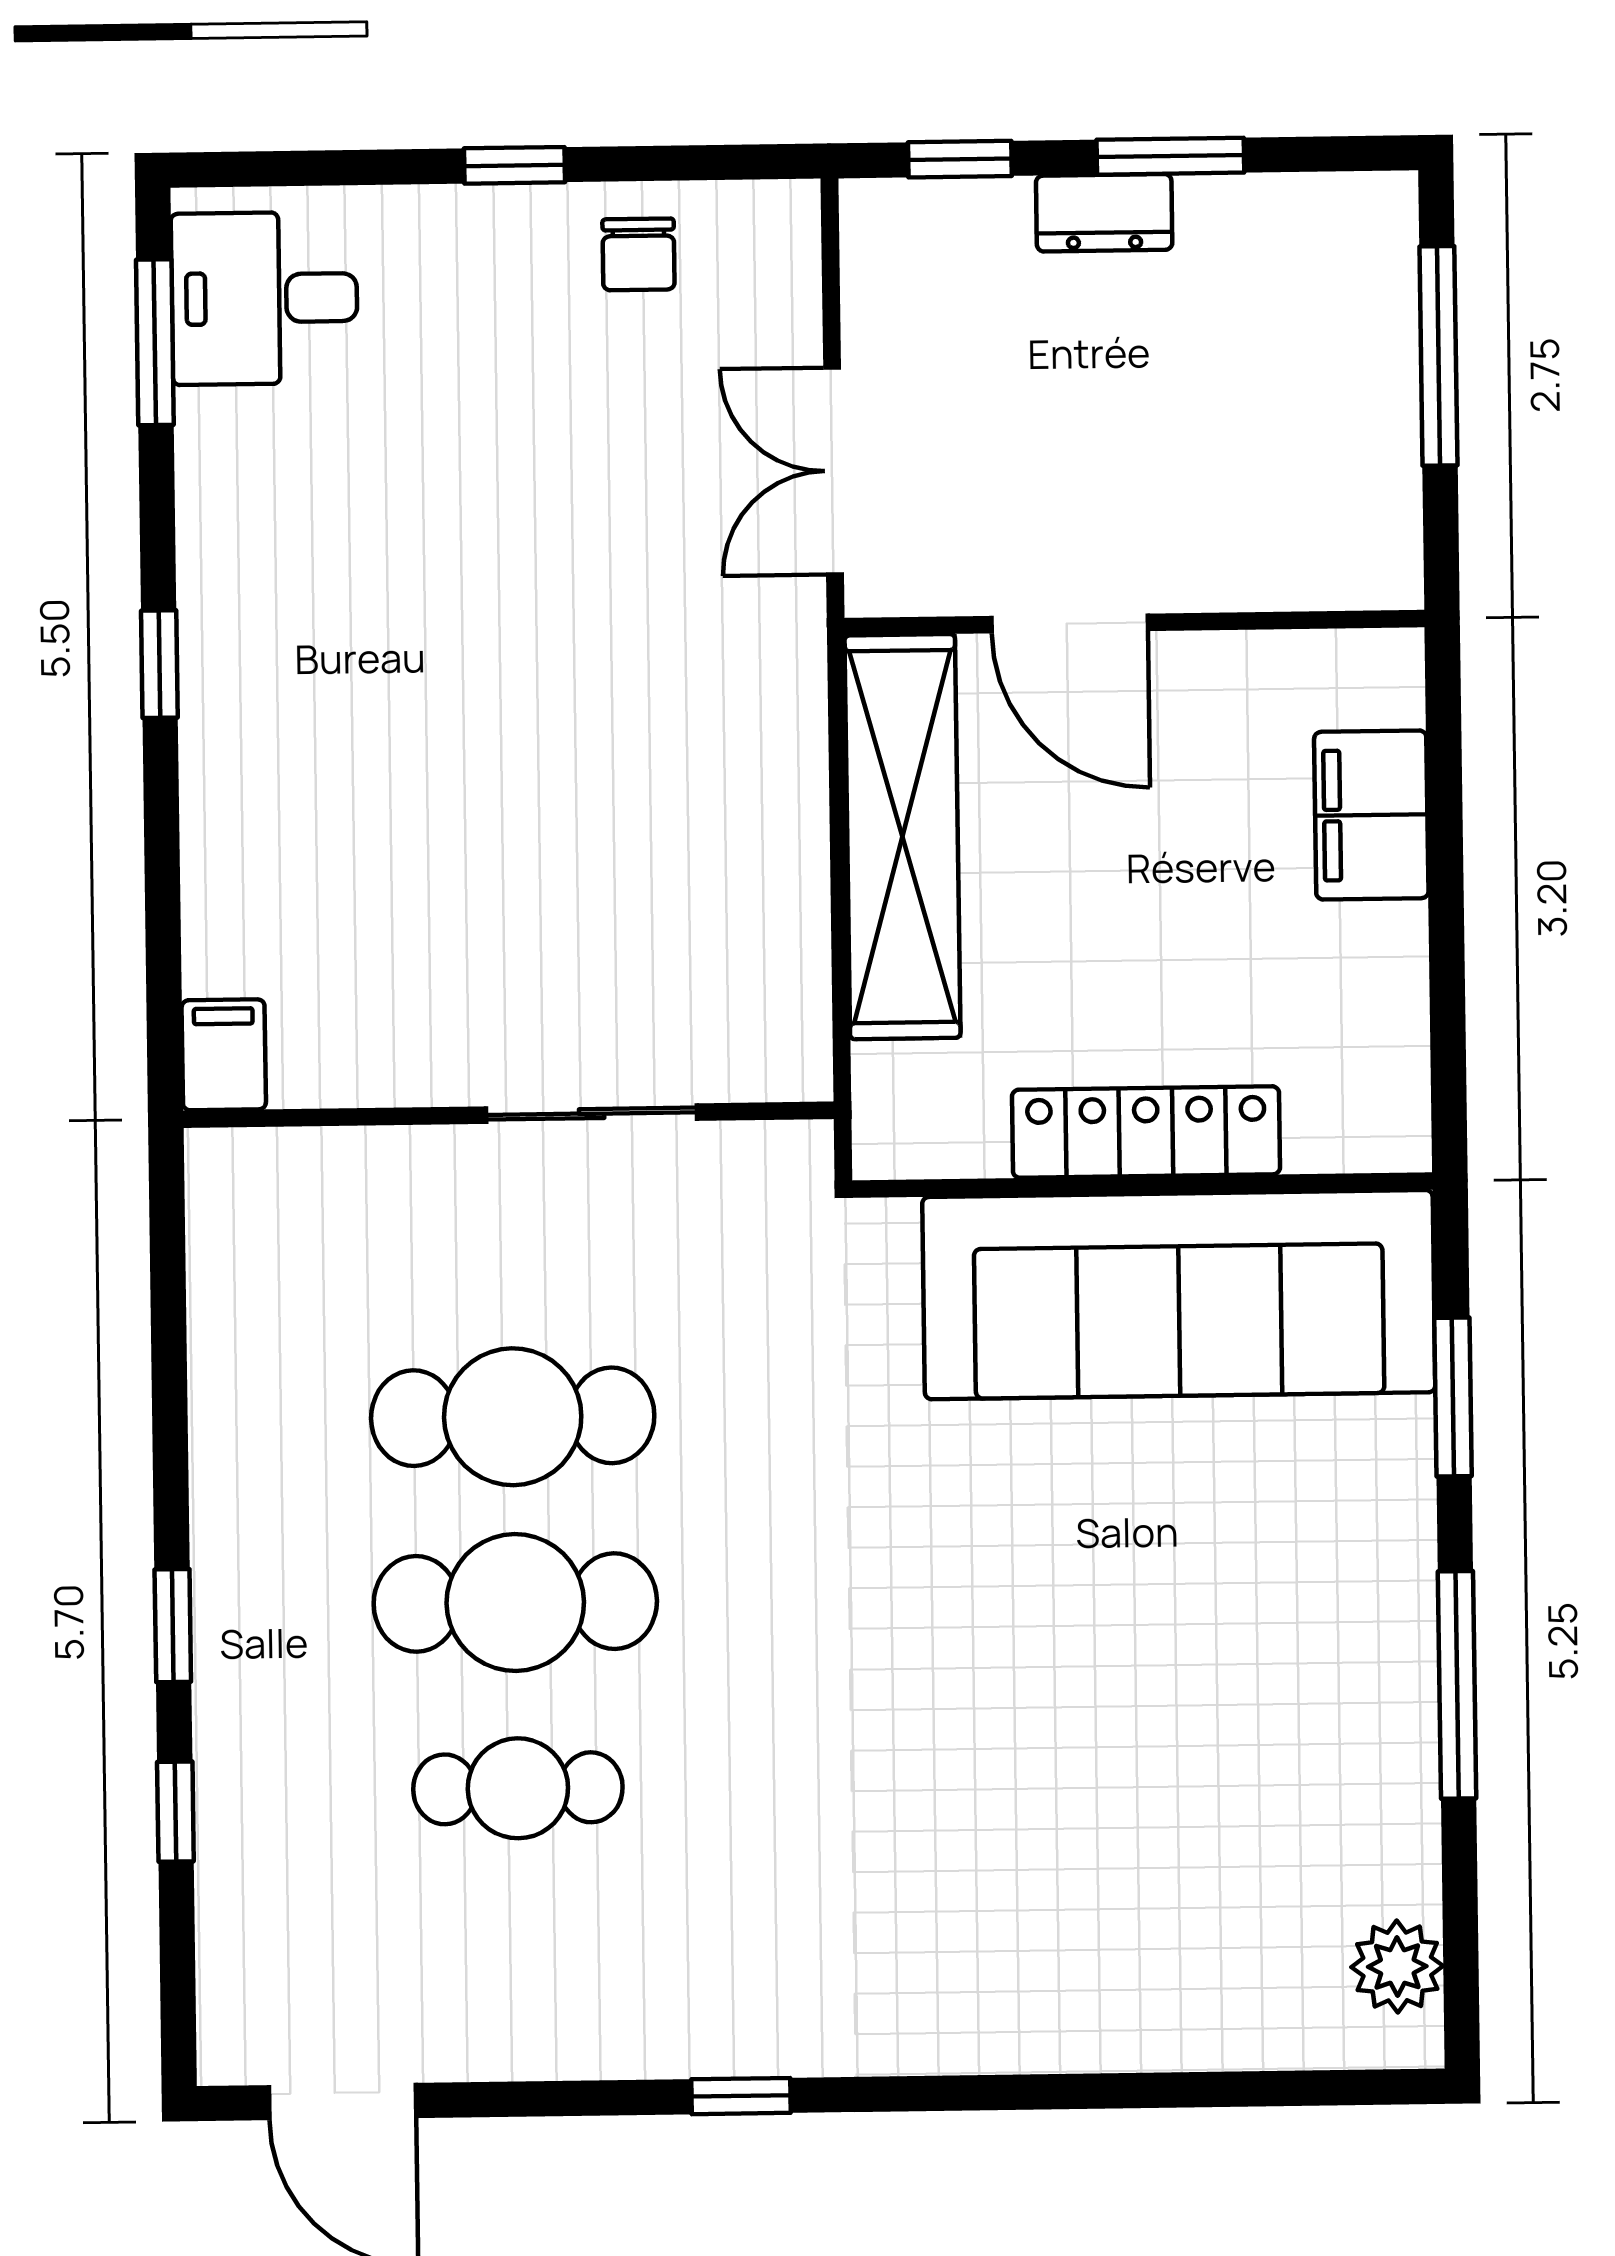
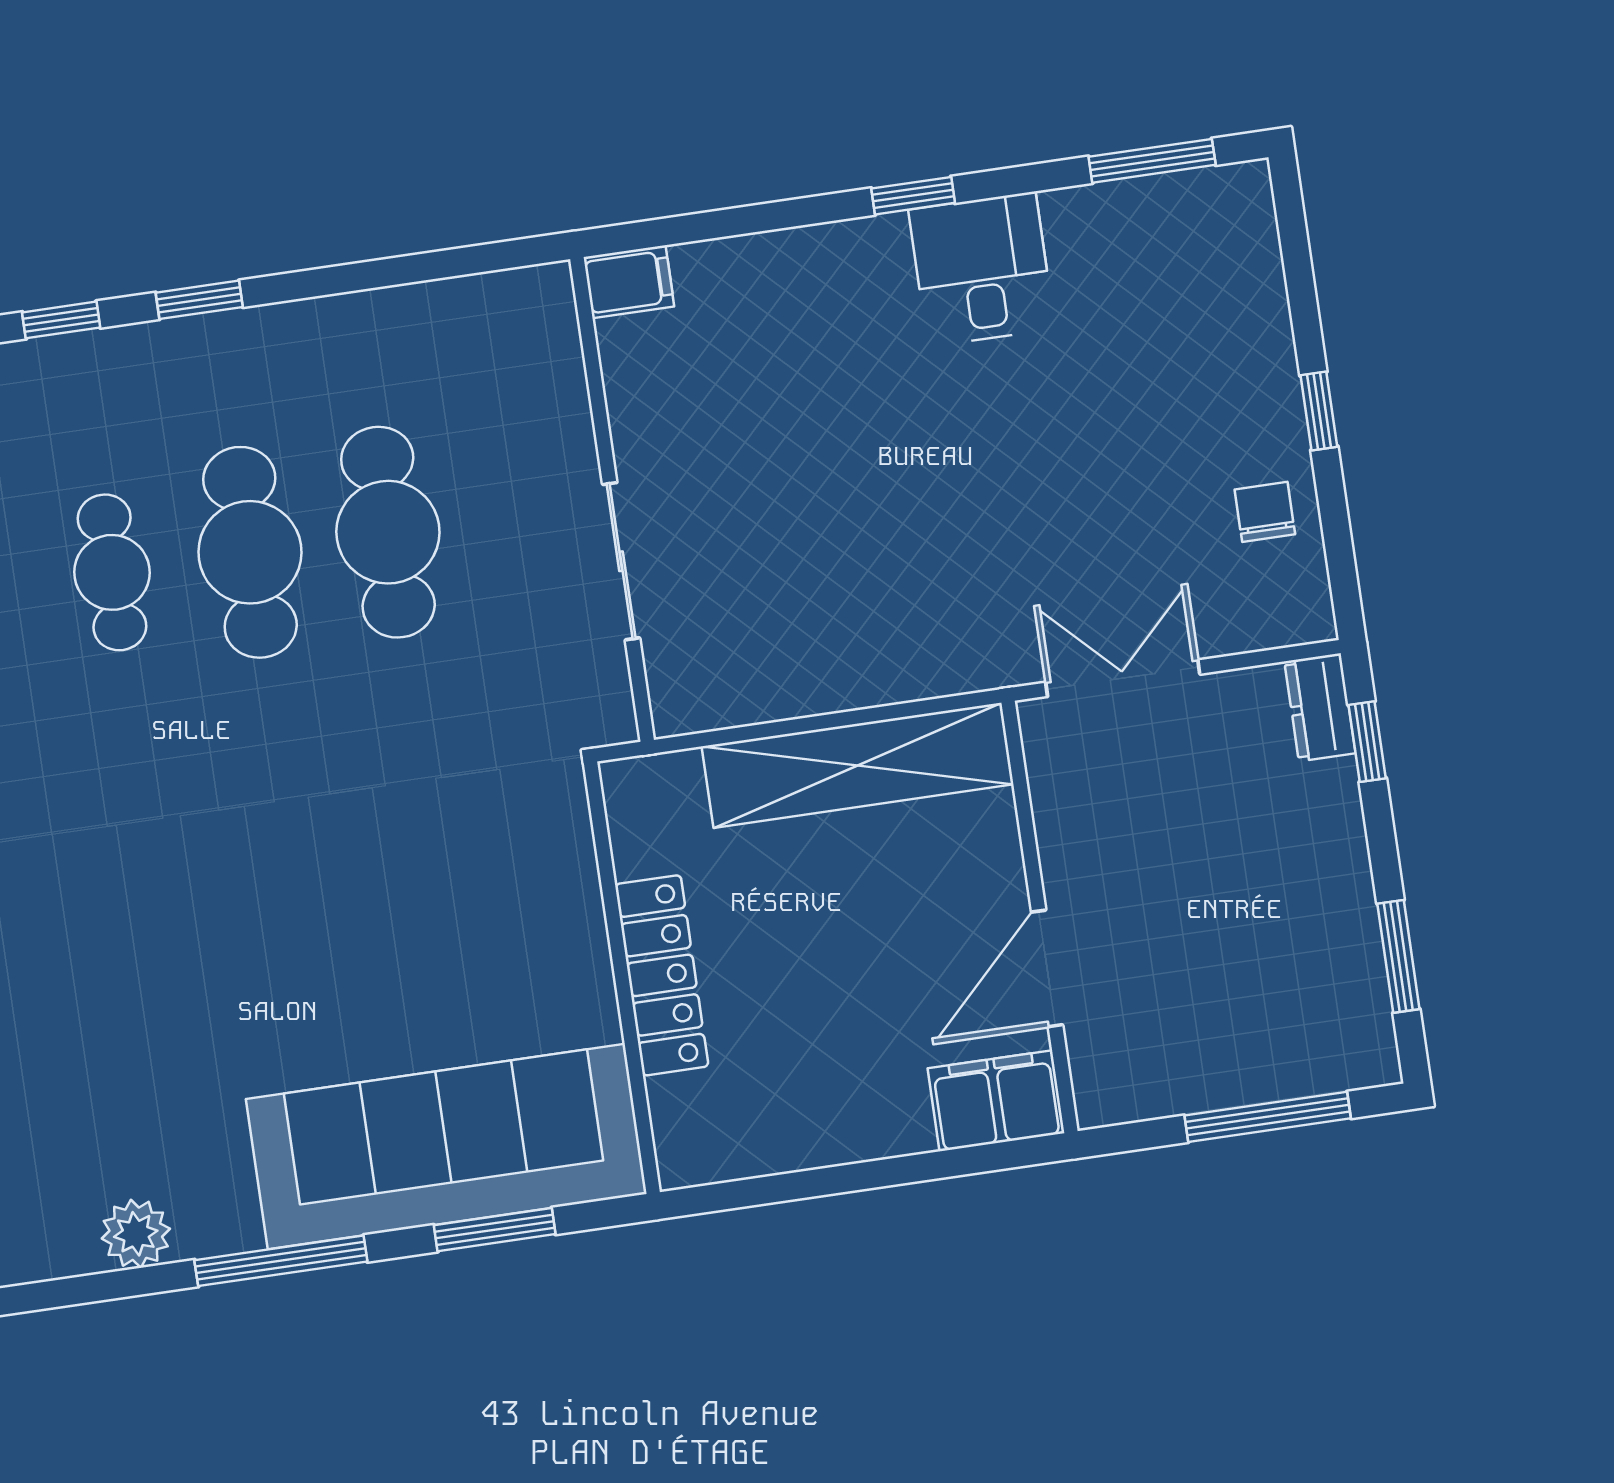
window: (1170, 156) -> (1398, 956), moved
dresser: (1104, 213) -> (1320, 707), moved
chair: (638, 254) -> (1265, 512), turned 90
desk: (264, 298) -> (982, 269), moved
door: (1070, 623) -> (1047, 968), moved
filing cabinet: (1371, 815) -> (996, 1101), moved
sofa: (1179, 1295) -> (446, 1147), moved, turned 90
plant: (1397, 1967) -> (136, 1234), moved

